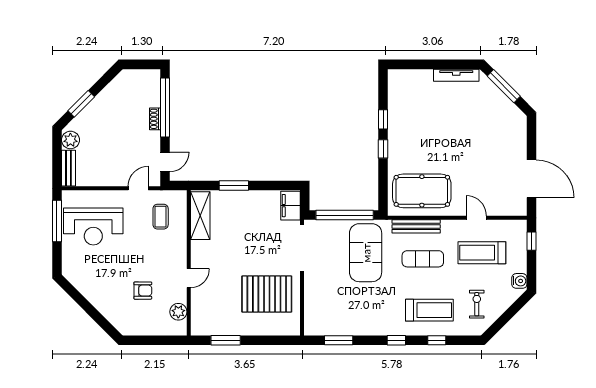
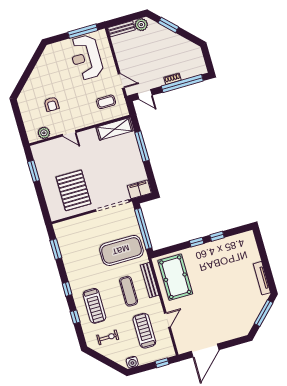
window: (234, 186) -> (142, 146), width x1.44

